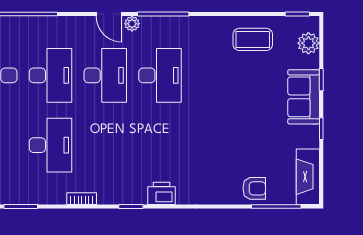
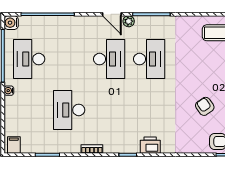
desk: (51, 75) -> (69, 59), removed
armchair: (236, 140) -> (205, 106), added
desk: (51, 145) -> (69, 110), turned 180

